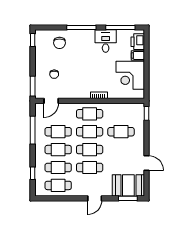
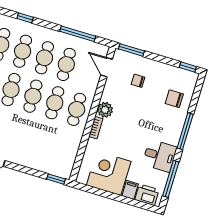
plant: (83, 92) -> (105, 110), added
cafe table: (121, 132) -> (43, 141), removed

